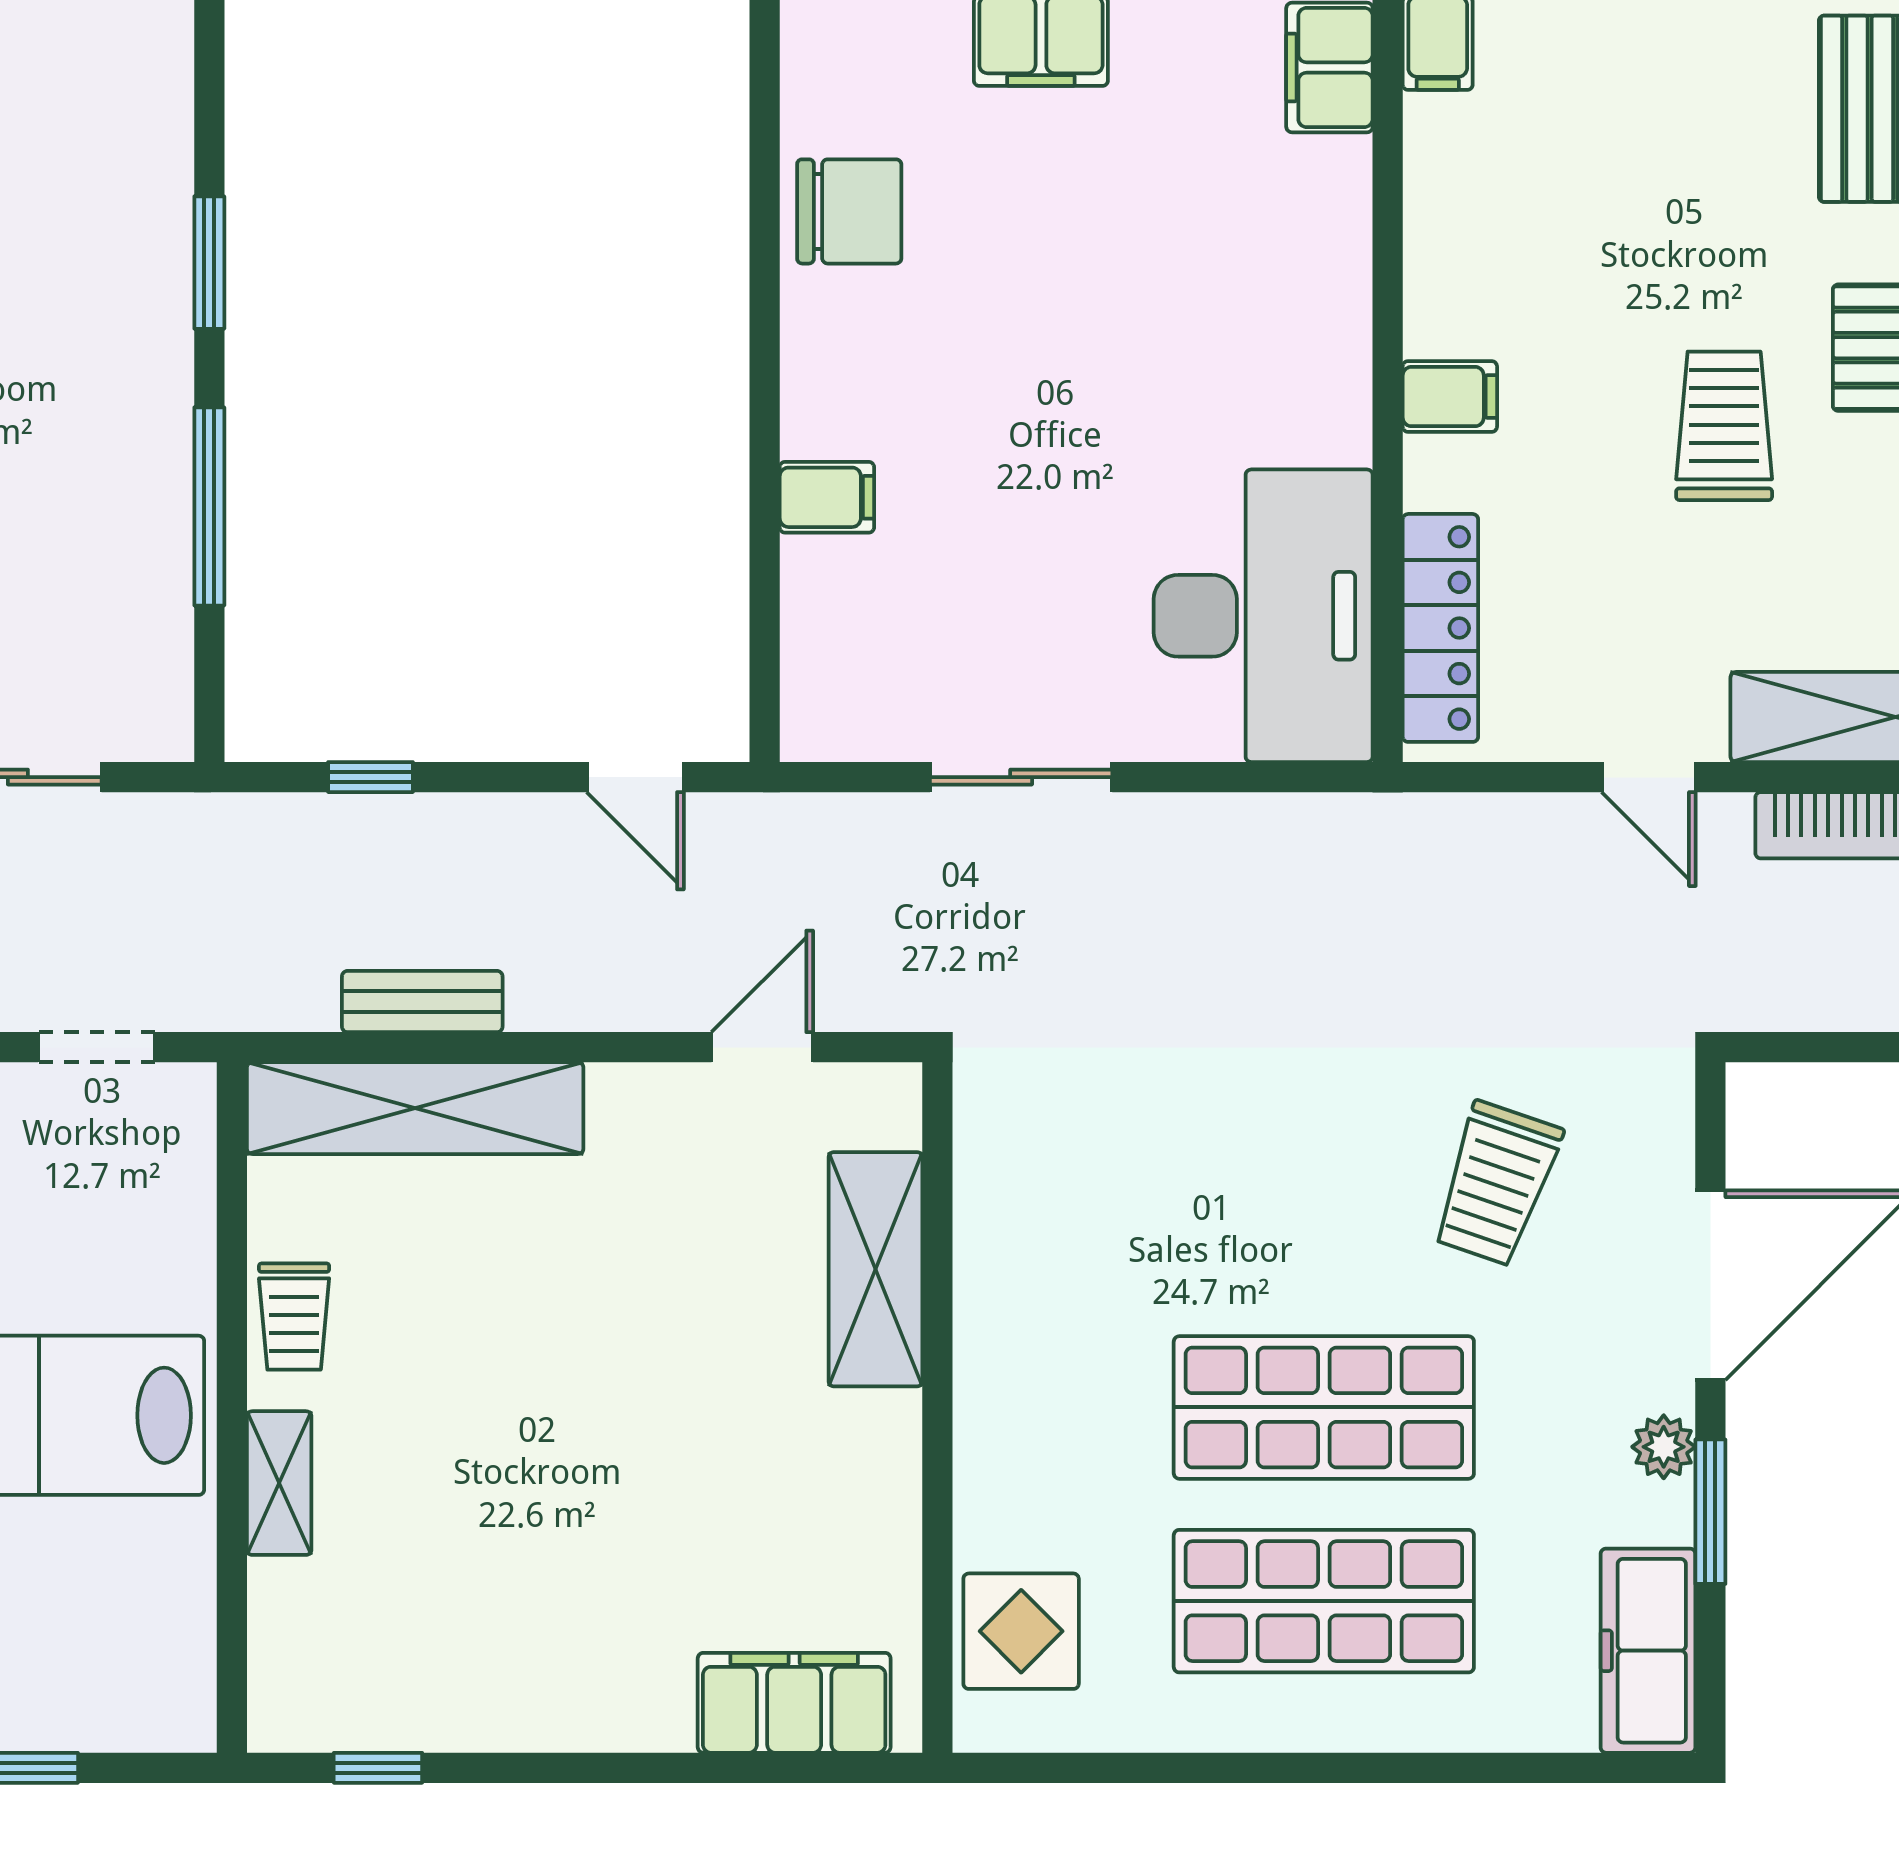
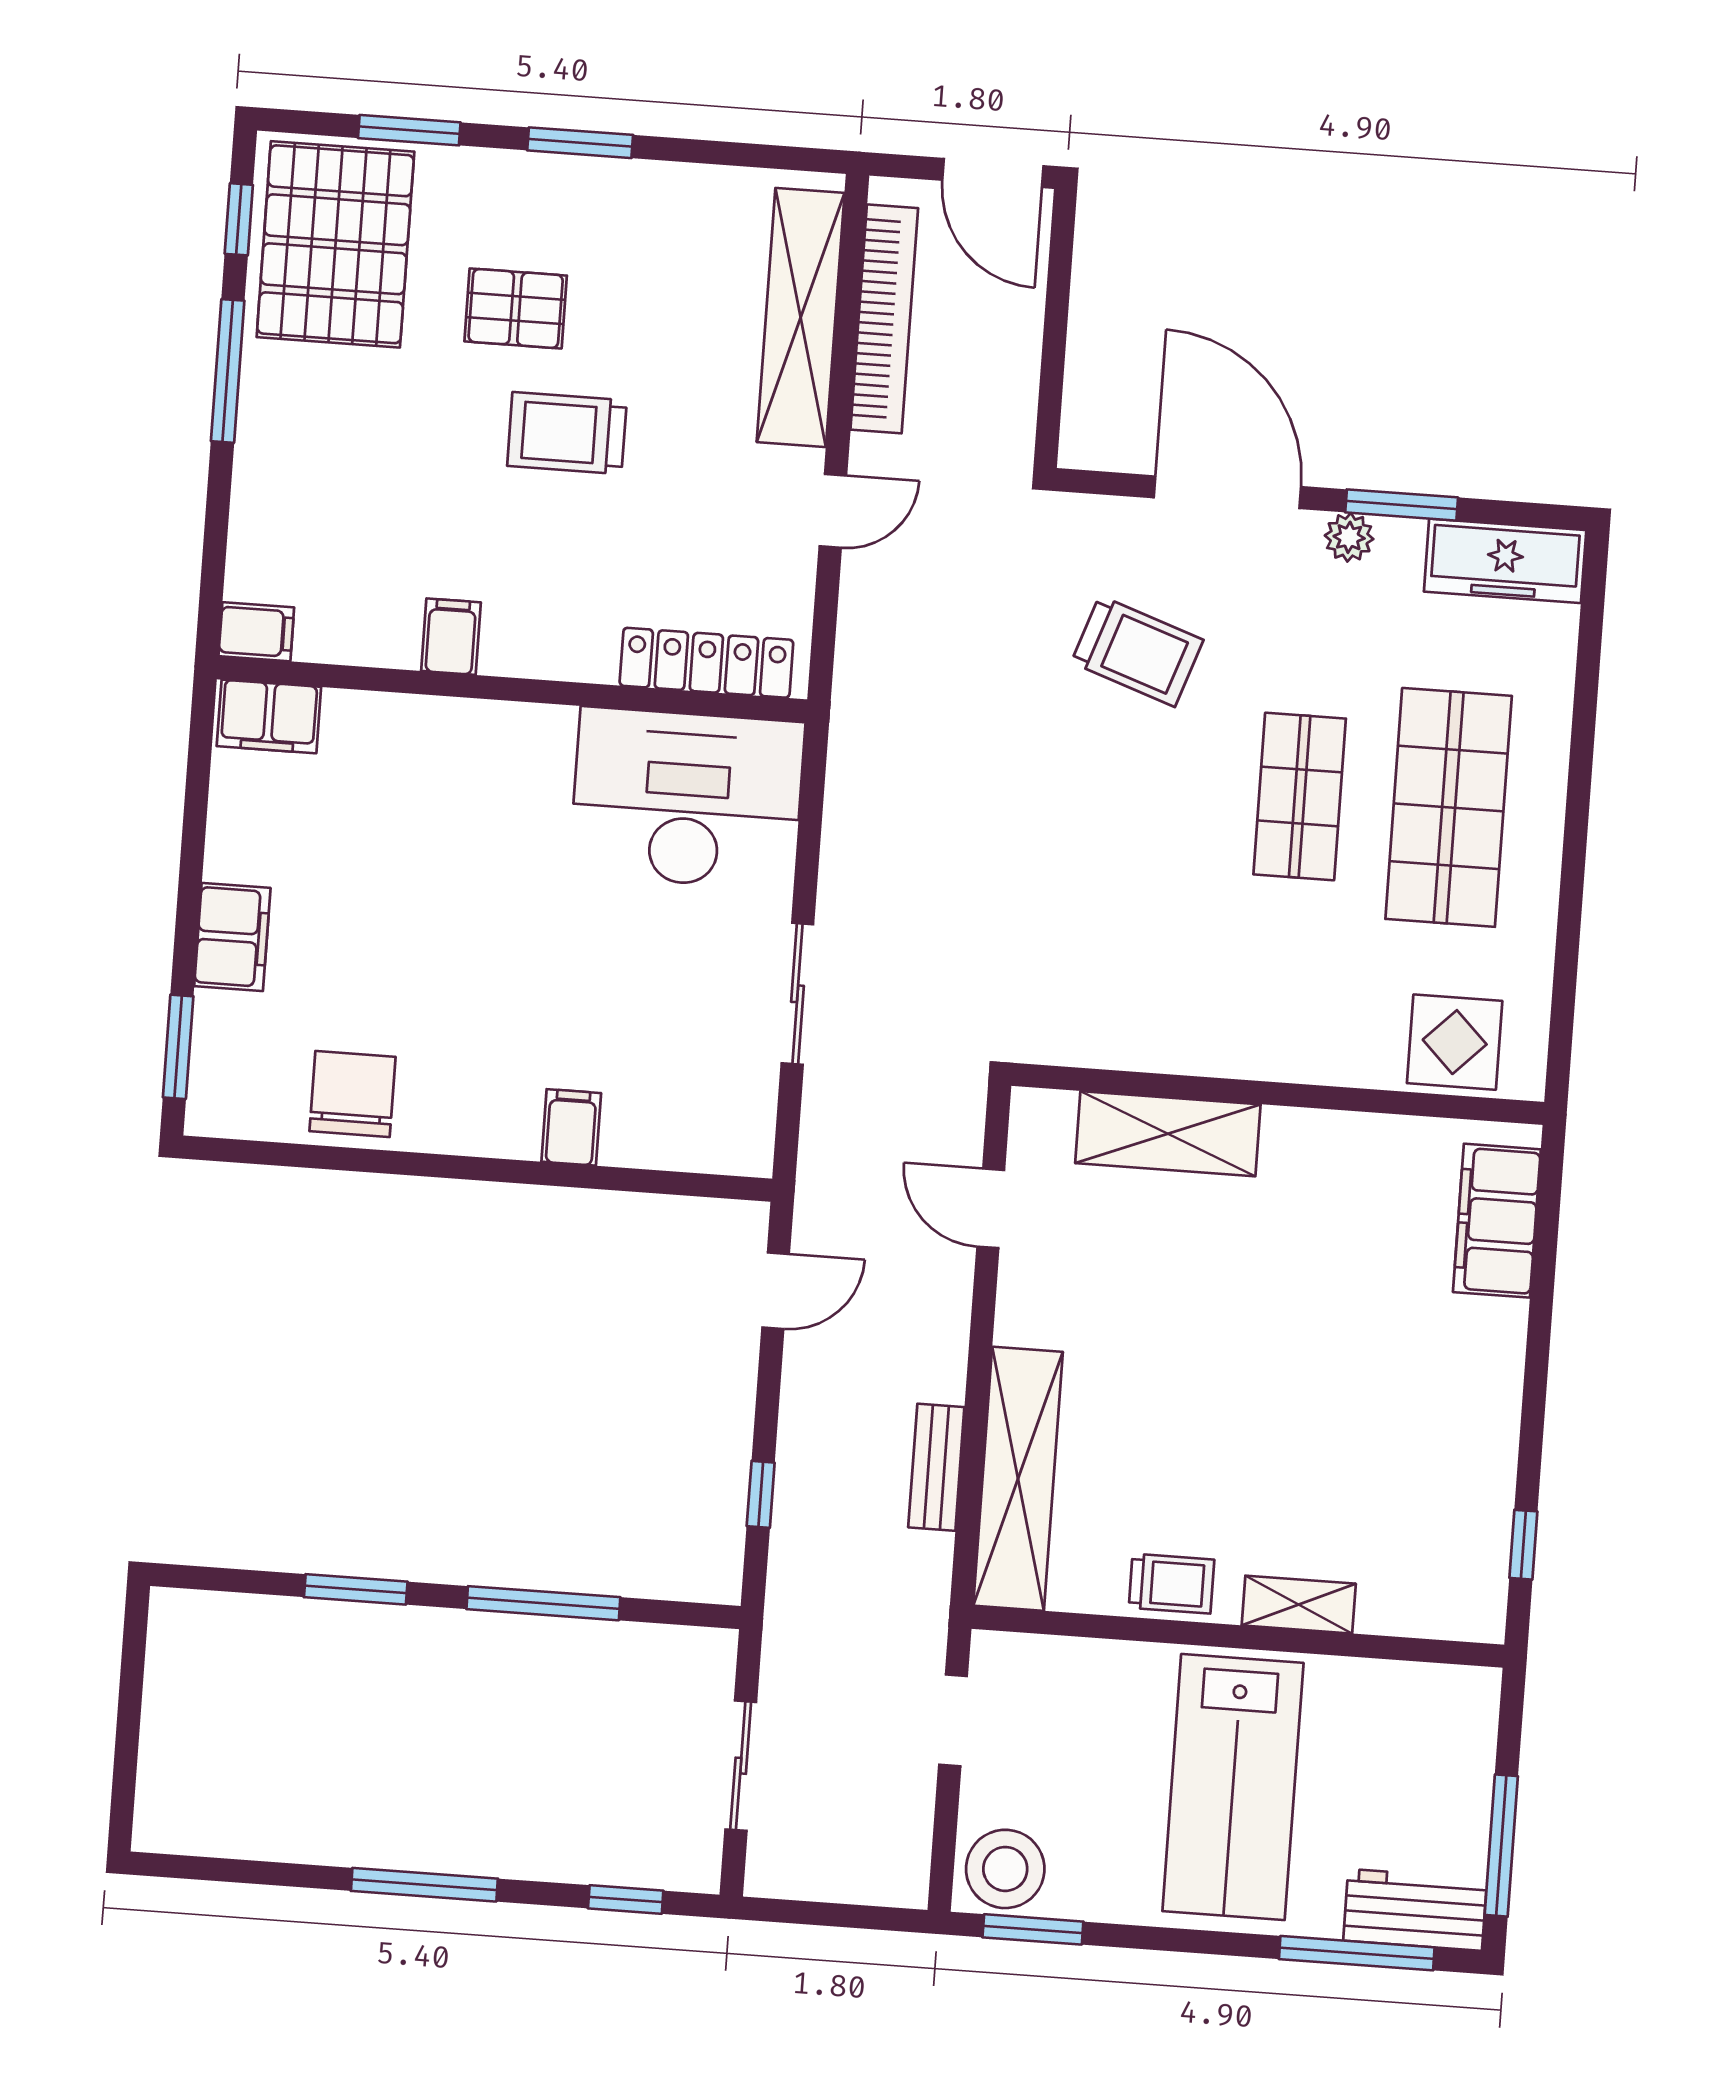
filing cabinet: (1450, 397) -> (451, 637), moved
shop shelf: (1324, 1407) -> (1300, 796), width x0.70, depth x0.74

